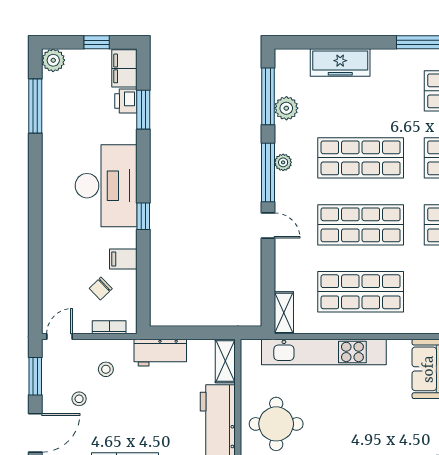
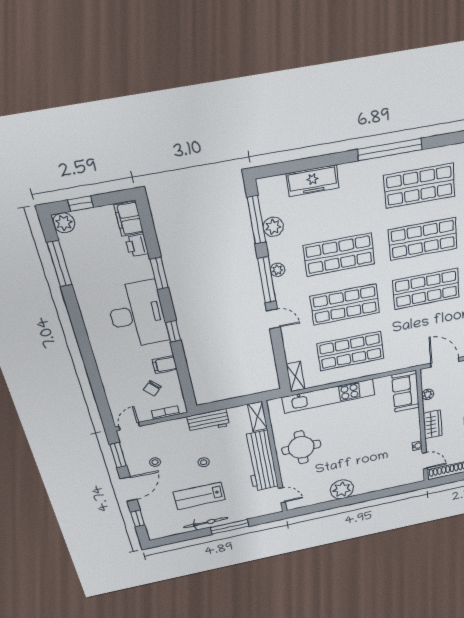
window: (97, 42) -> (81, 204), moved
window: (143, 110) -> (159, 273), moved
stool: (106, 369) -> (204, 462), moved

